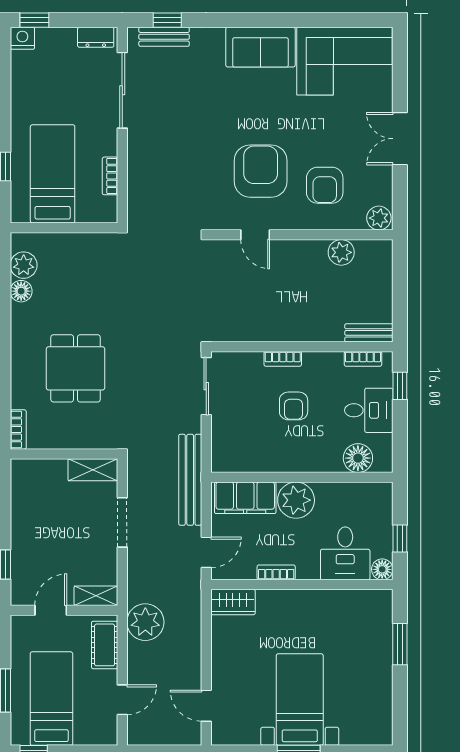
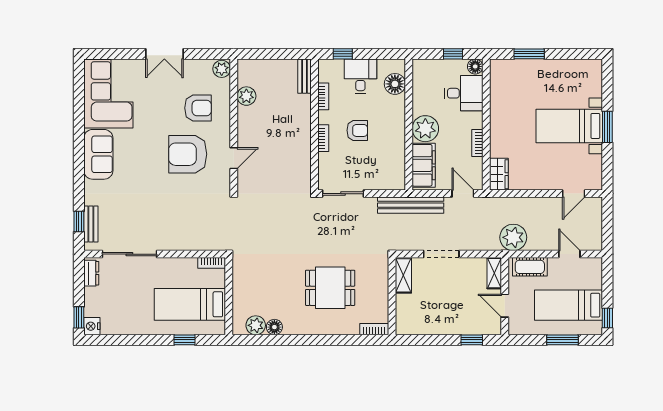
bookcase: (110, 176) -> (212, 263), moved
bookcase: (363, 359) -> (323, 96), moved

